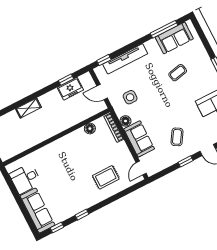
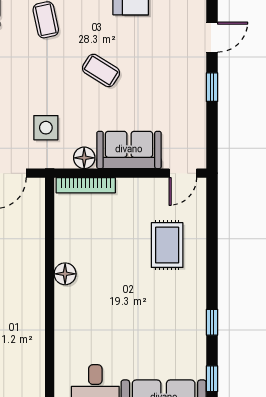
floor lamp: (90, 129) -> (65, 274), moved
coffee table: (177, 137) -> (101, 70), moved
door: (141, 168) -> (183, 173), hinge flipped

